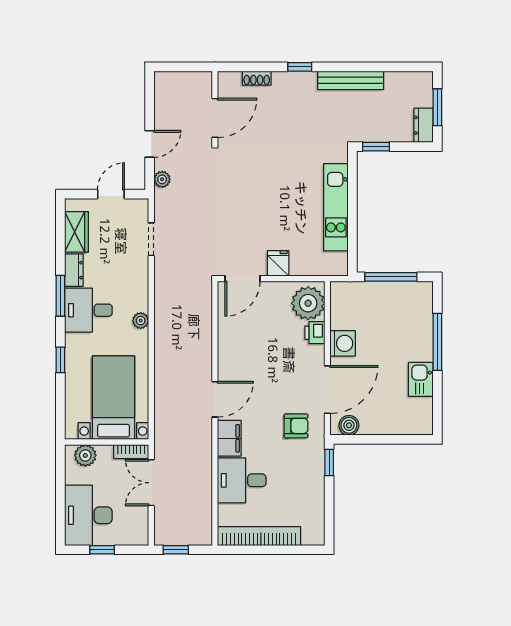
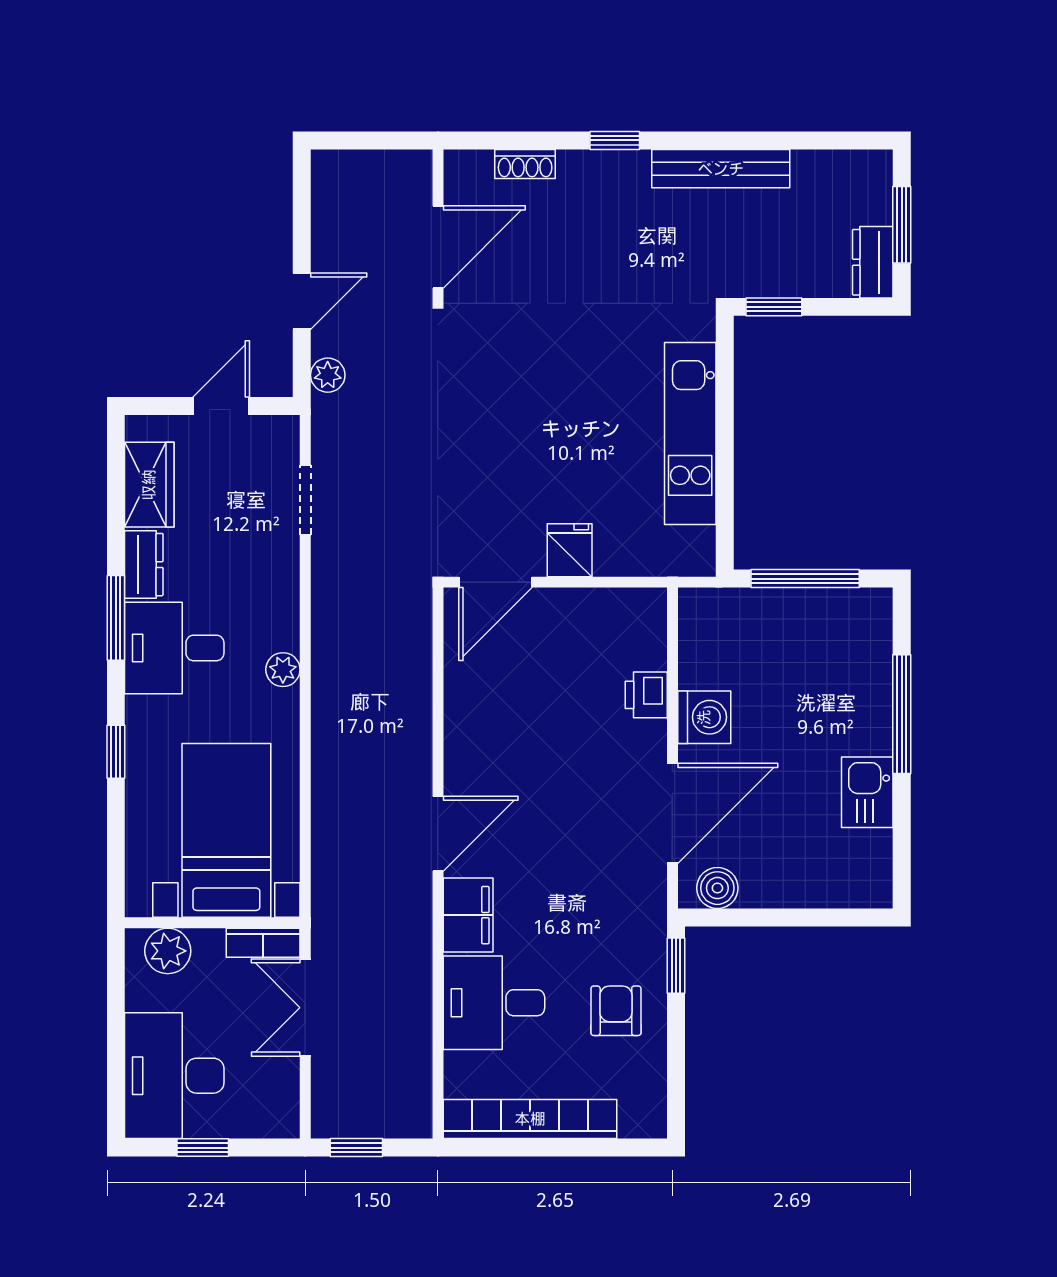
plant: (308, 303) -> (632, 633), removed
armchair: (296, 426) -> (616, 1011), moved, turned -90

